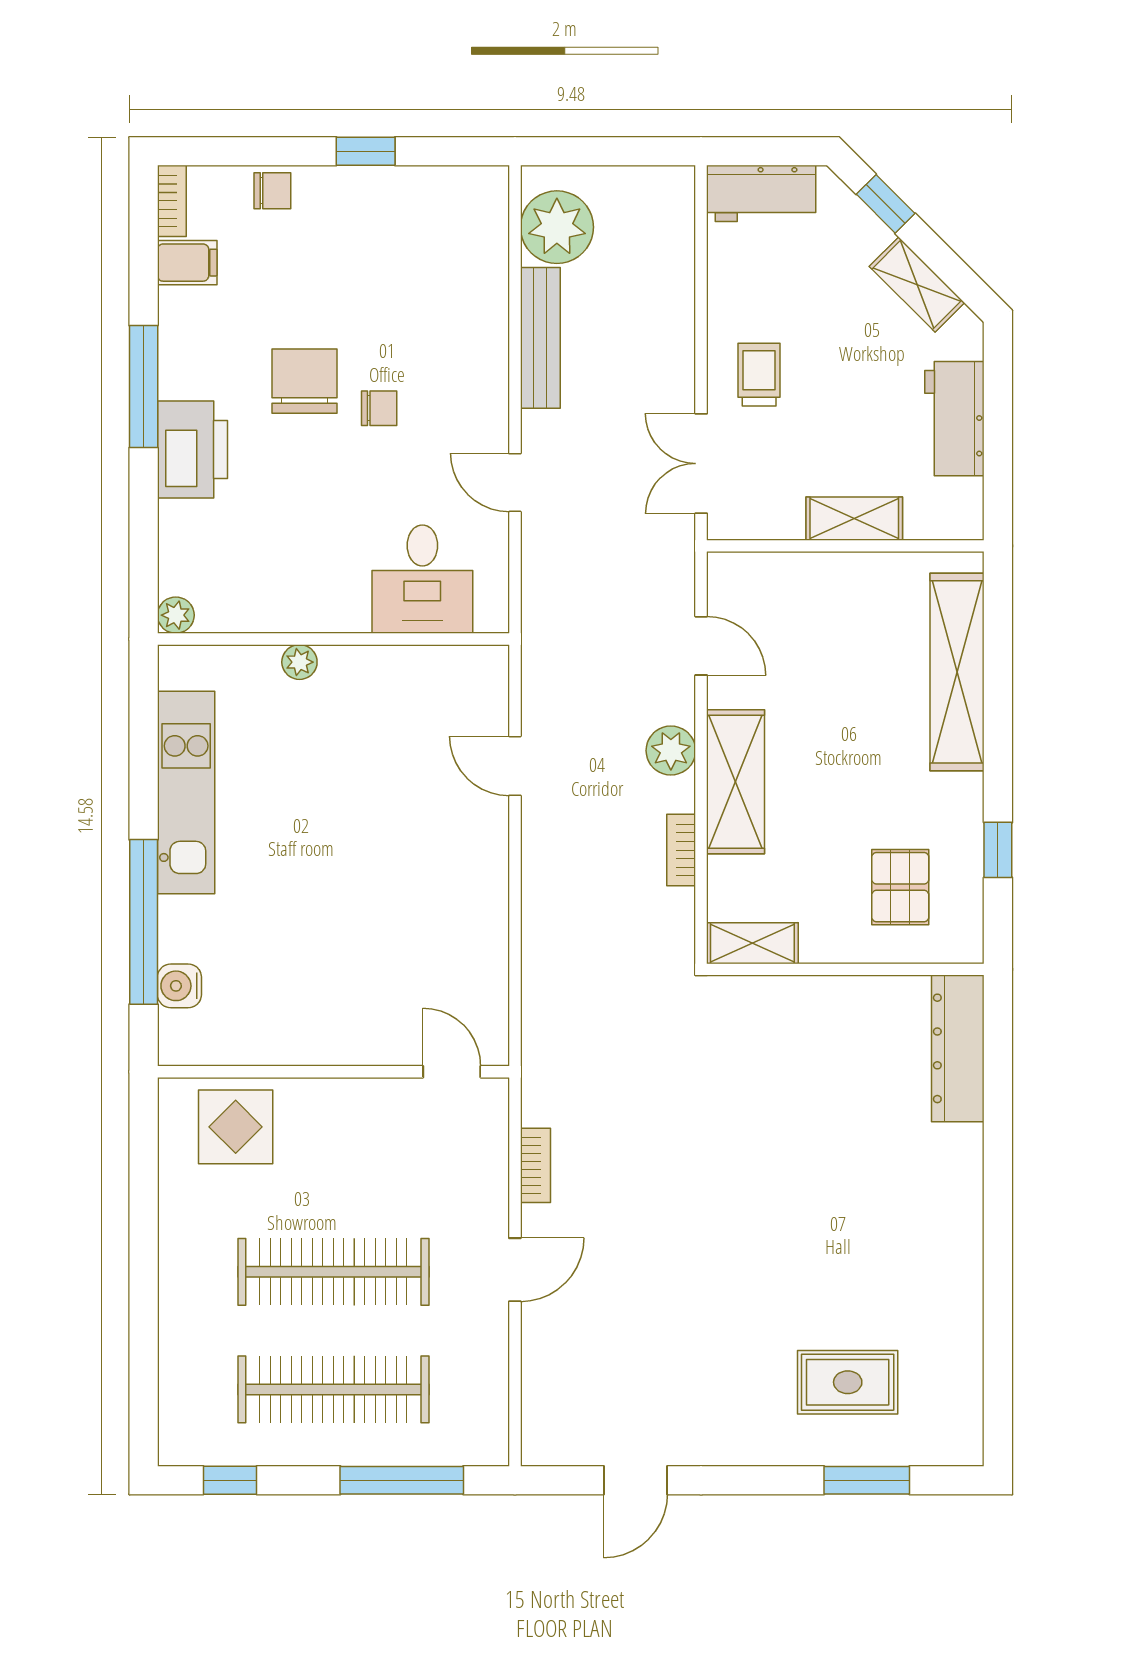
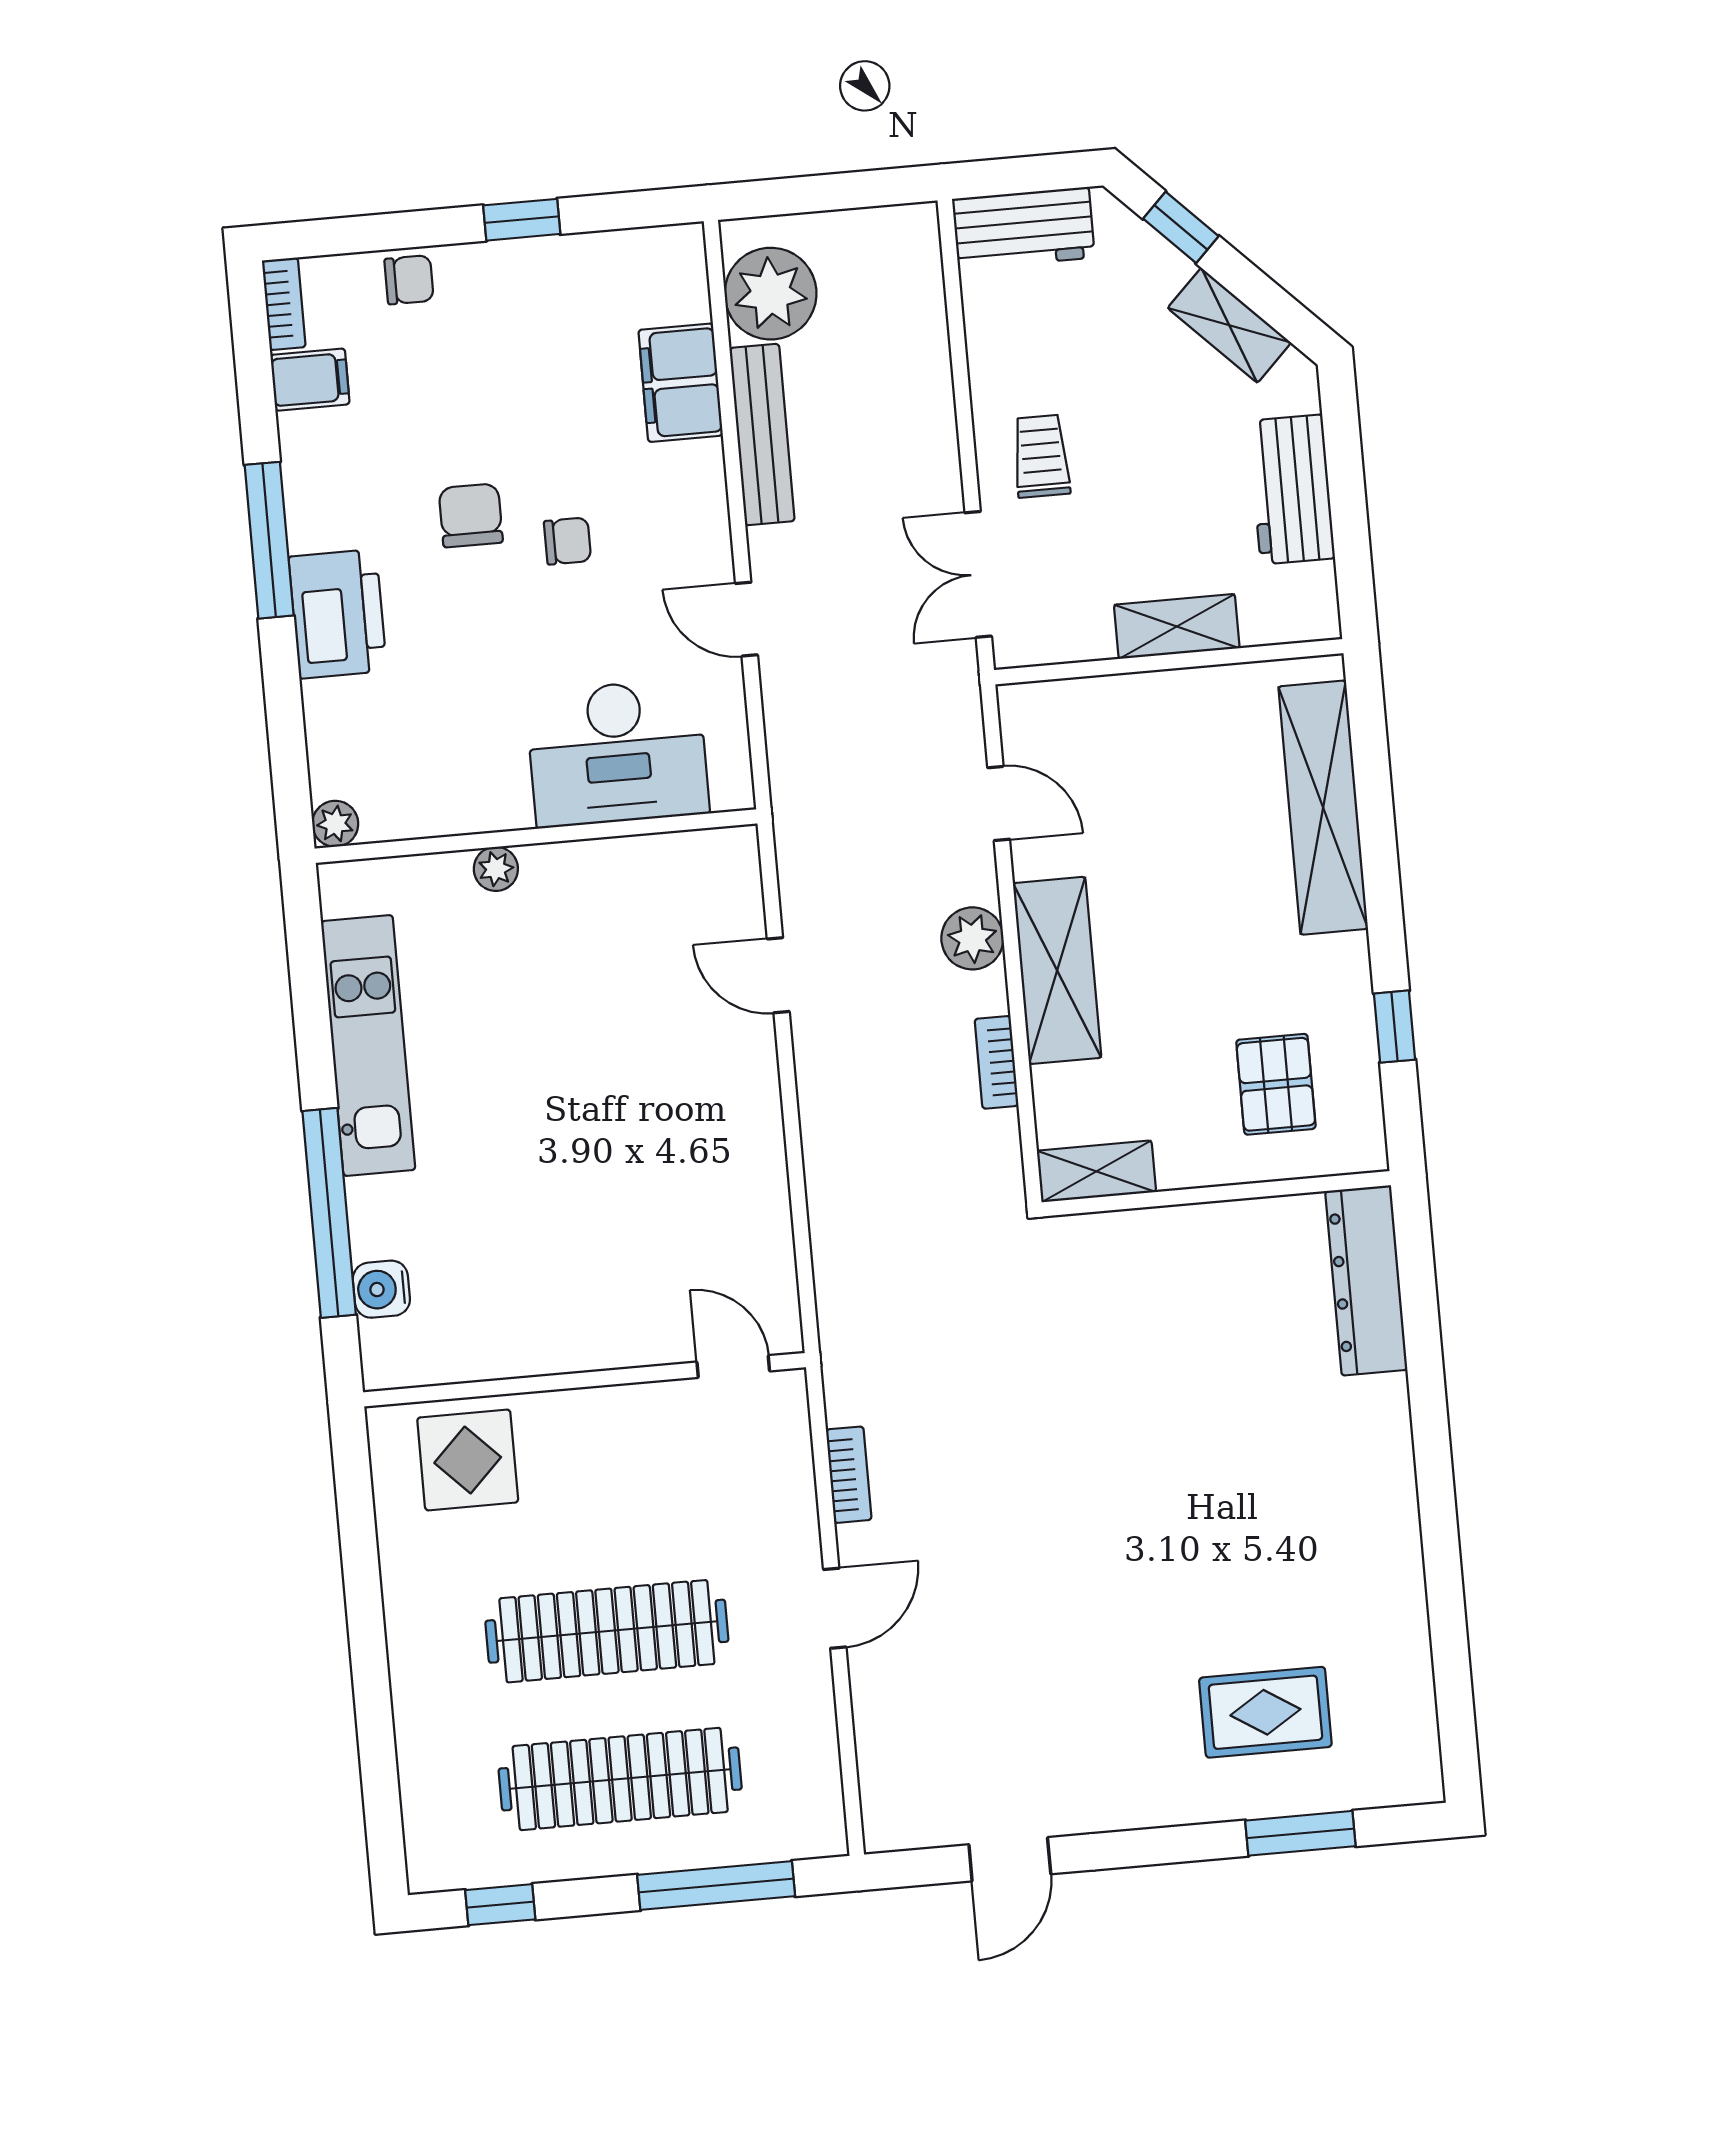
filing cabinet: (480, 291) -> (681, 383), added
chair: (304, 381) -> (471, 515), width x0.73, depth x0.73
desk: (422, 579) -> (617, 753), width x1.37

